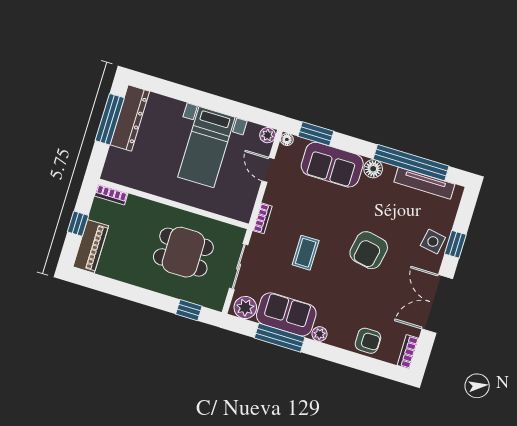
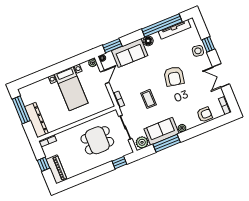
dresser: (130, 118) -> (36, 120), moved
door: (268, 170) -> (105, 77), swing flipped
double door: (437, 304) -> (221, 75), width x0.73

